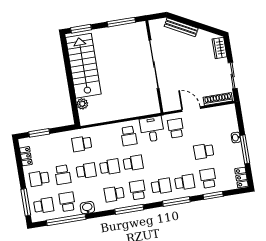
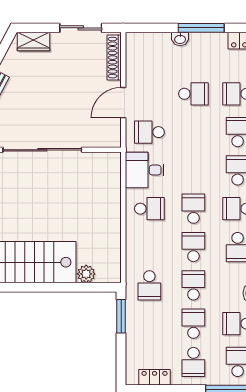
window: (39, 133) -> (121, 316), moved
school desk: (204, 151) -> (193, 94), turned -90
school desk: (63, 175) -> (193, 324), turned -90

